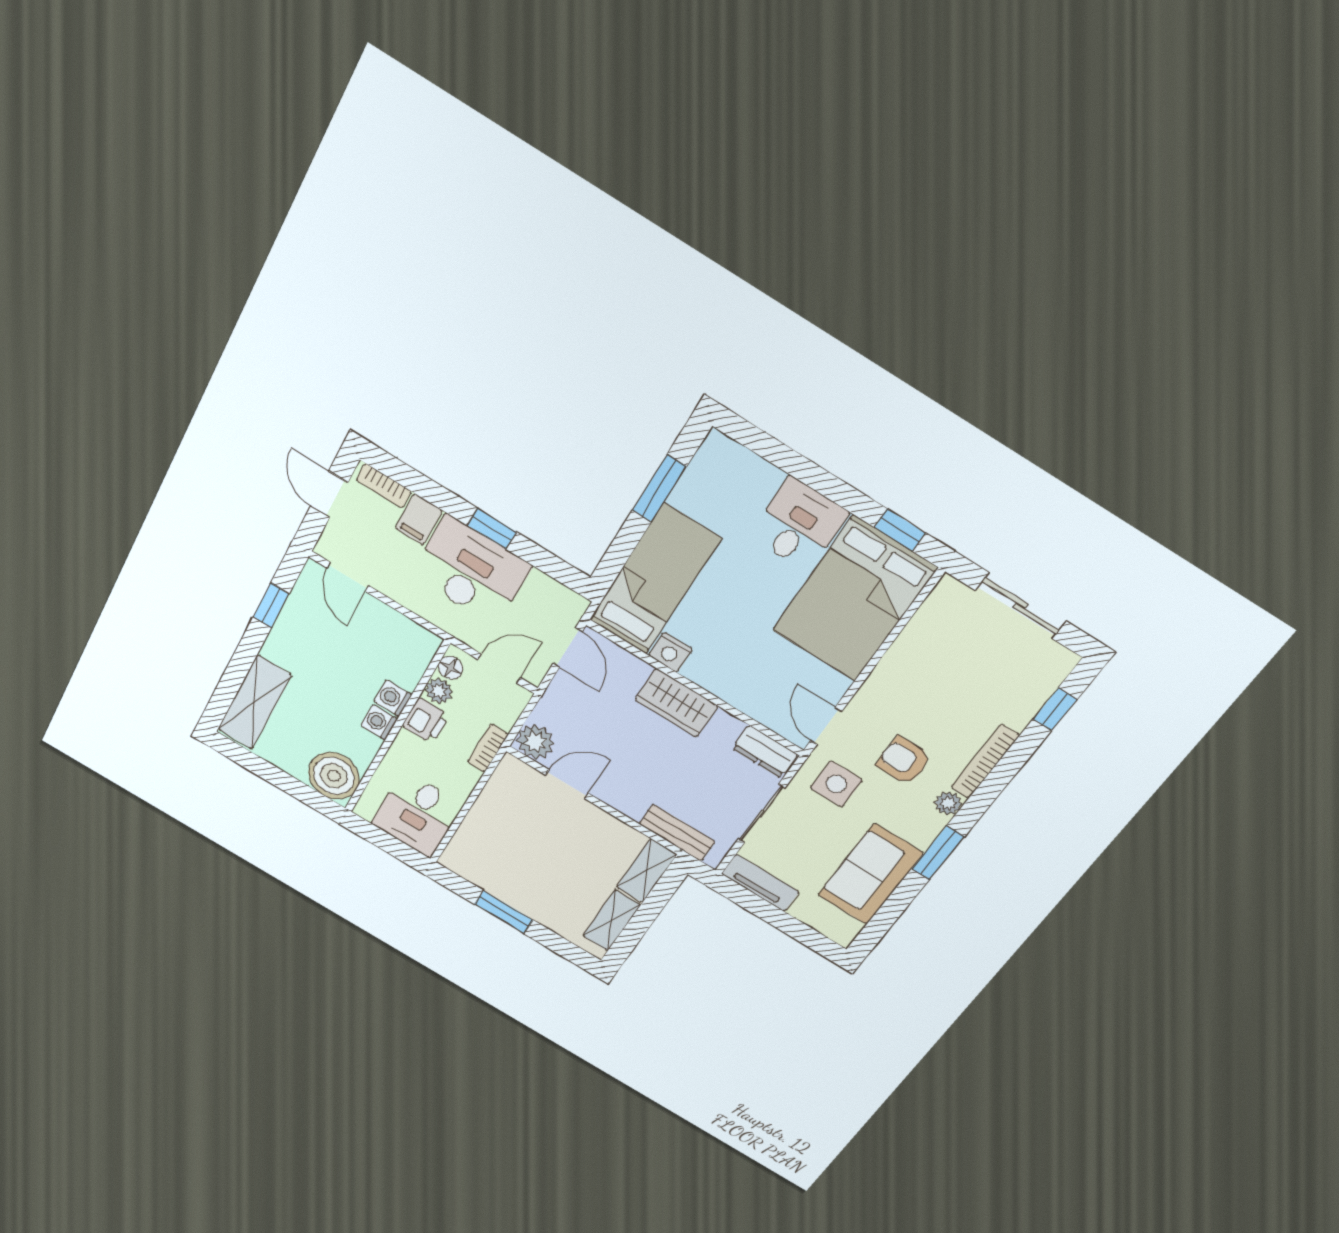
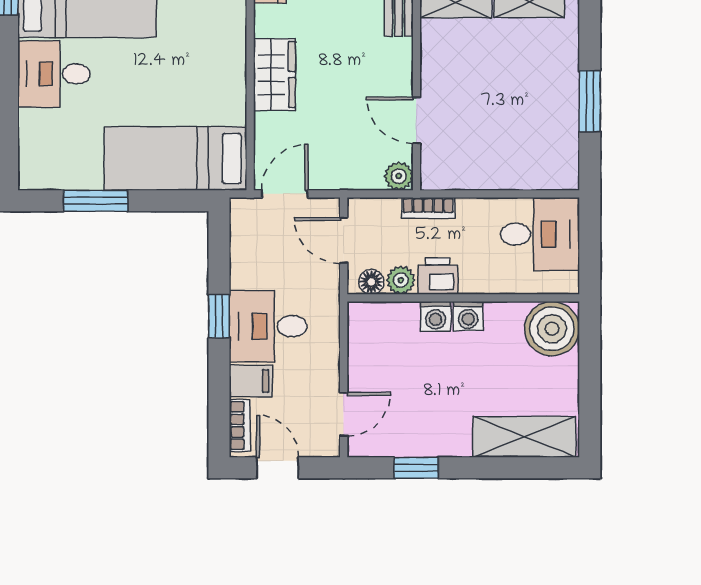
door: (329, 494) -> (278, 468), swing flipped
desk: (471, 571) -> (268, 326), width x0.73
nightstand: (671, 652) -> (231, 107), removed
plant: (535, 742) -> (399, 176), width x0.73, depth x0.73

